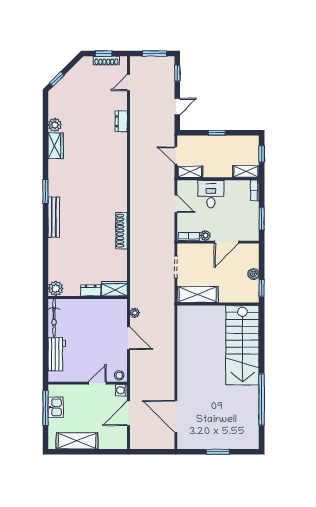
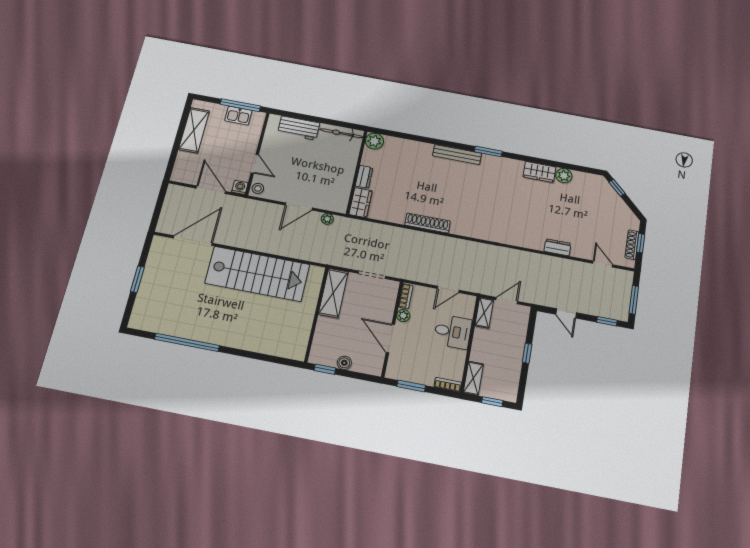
stairs: (242, 345) -> (257, 274), moved, turned 180

